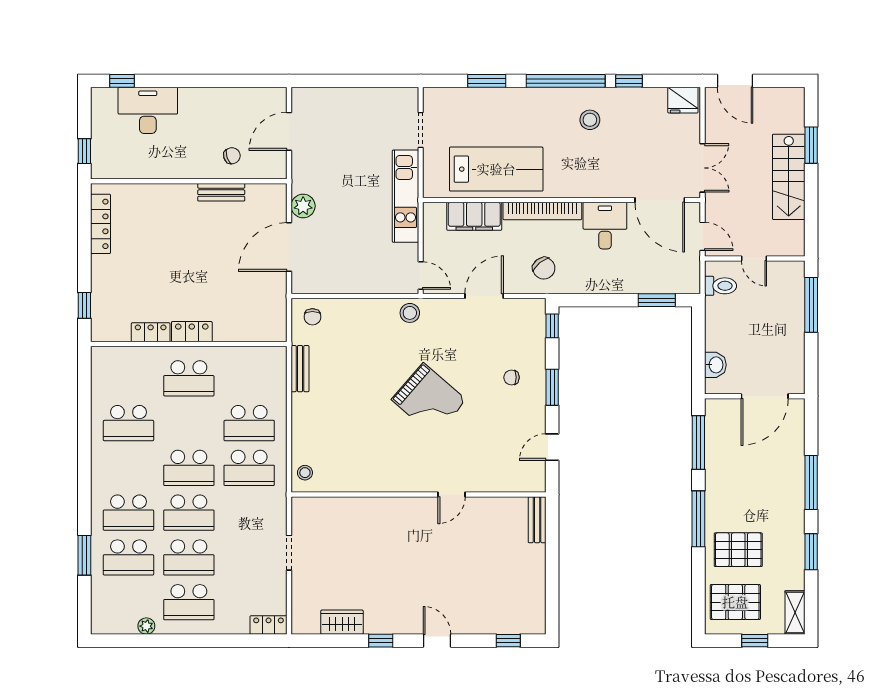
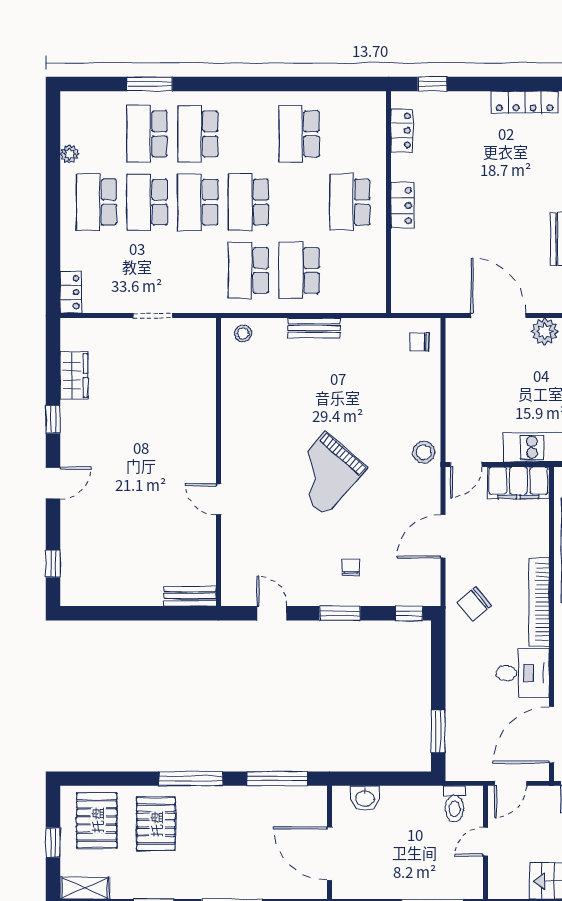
filing cabinet: (474, 216) -> (518, 483), moved, turned -90
door: (484, 296) -> (443, 536), swing flipped
locker: (151, 332) -> (402, 130), moved
bench: (300, 369) -> (314, 328), moved

